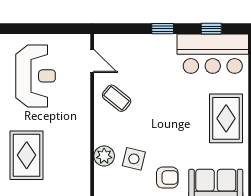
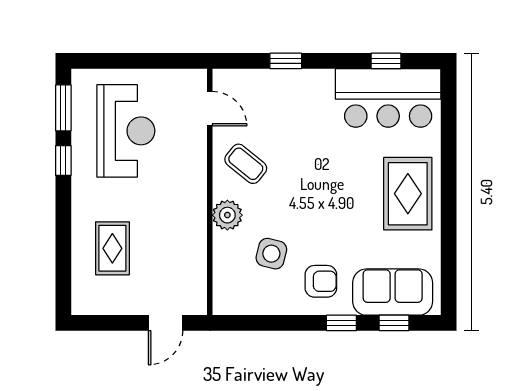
window: (163, 29) -> (286, 61), moved
rug: (27, 155) -> (112, 248), width x0.73, depth x0.70
plant: (104, 156) -> (227, 215), moved

